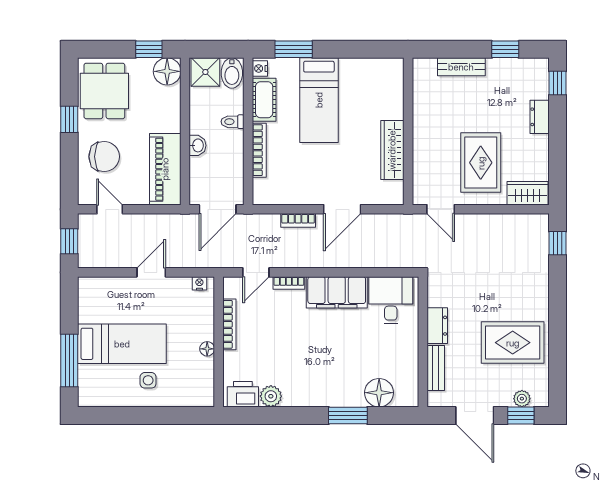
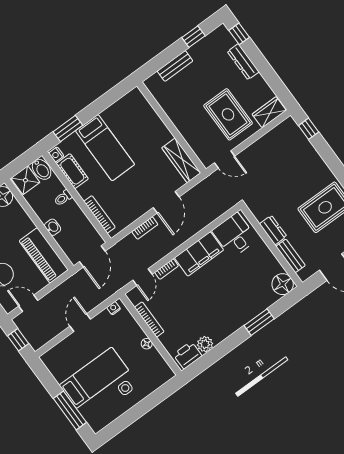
dresser: (540, 117) -> (243, 62), width x1.44
bookcase: (259, 150) -> (100, 214), moved
wardrobe: (392, 150) -> (181, 160), moved
floor lamp: (379, 393) -> (283, 284), moved

